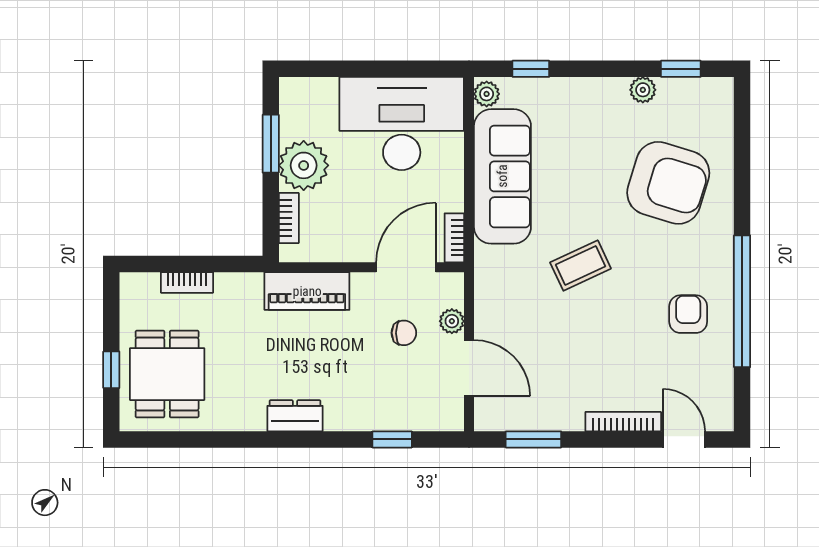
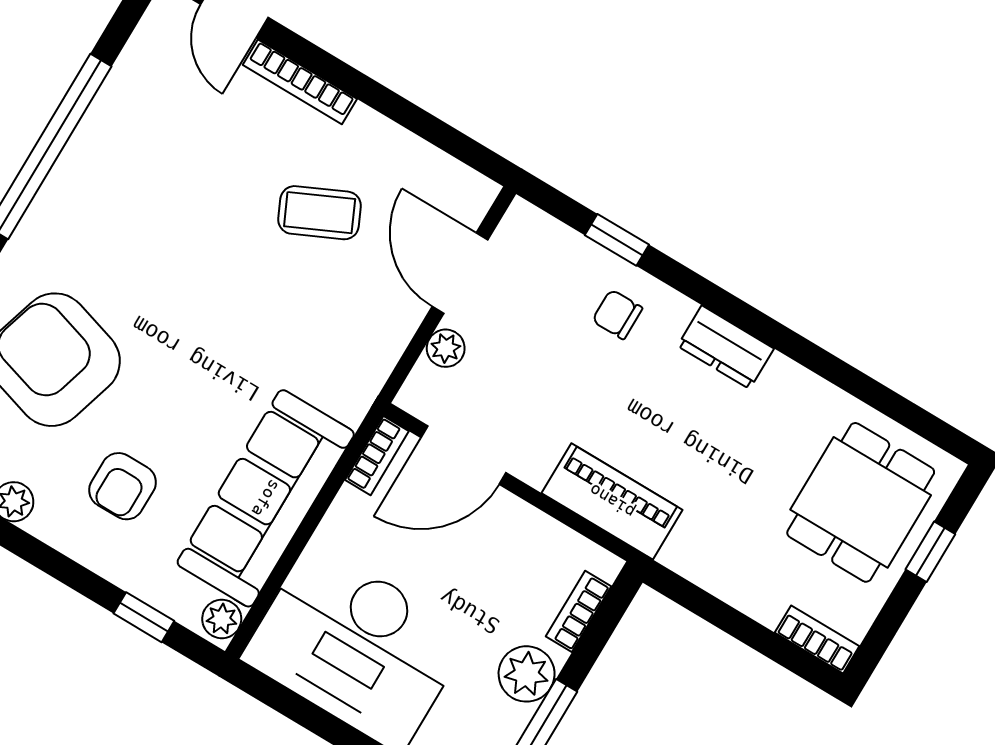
plant: (304, 165) -> (527, 674), width x0.73, depth x0.73
coffee table: (581, 265) -> (320, 213), moved
bookcase: (187, 282) -> (817, 639), moved
armchair: (688, 314) -> (123, 486), moved
chair: (404, 333) -> (617, 314), moved
window: (533, 439) -> (431, 129), removed

